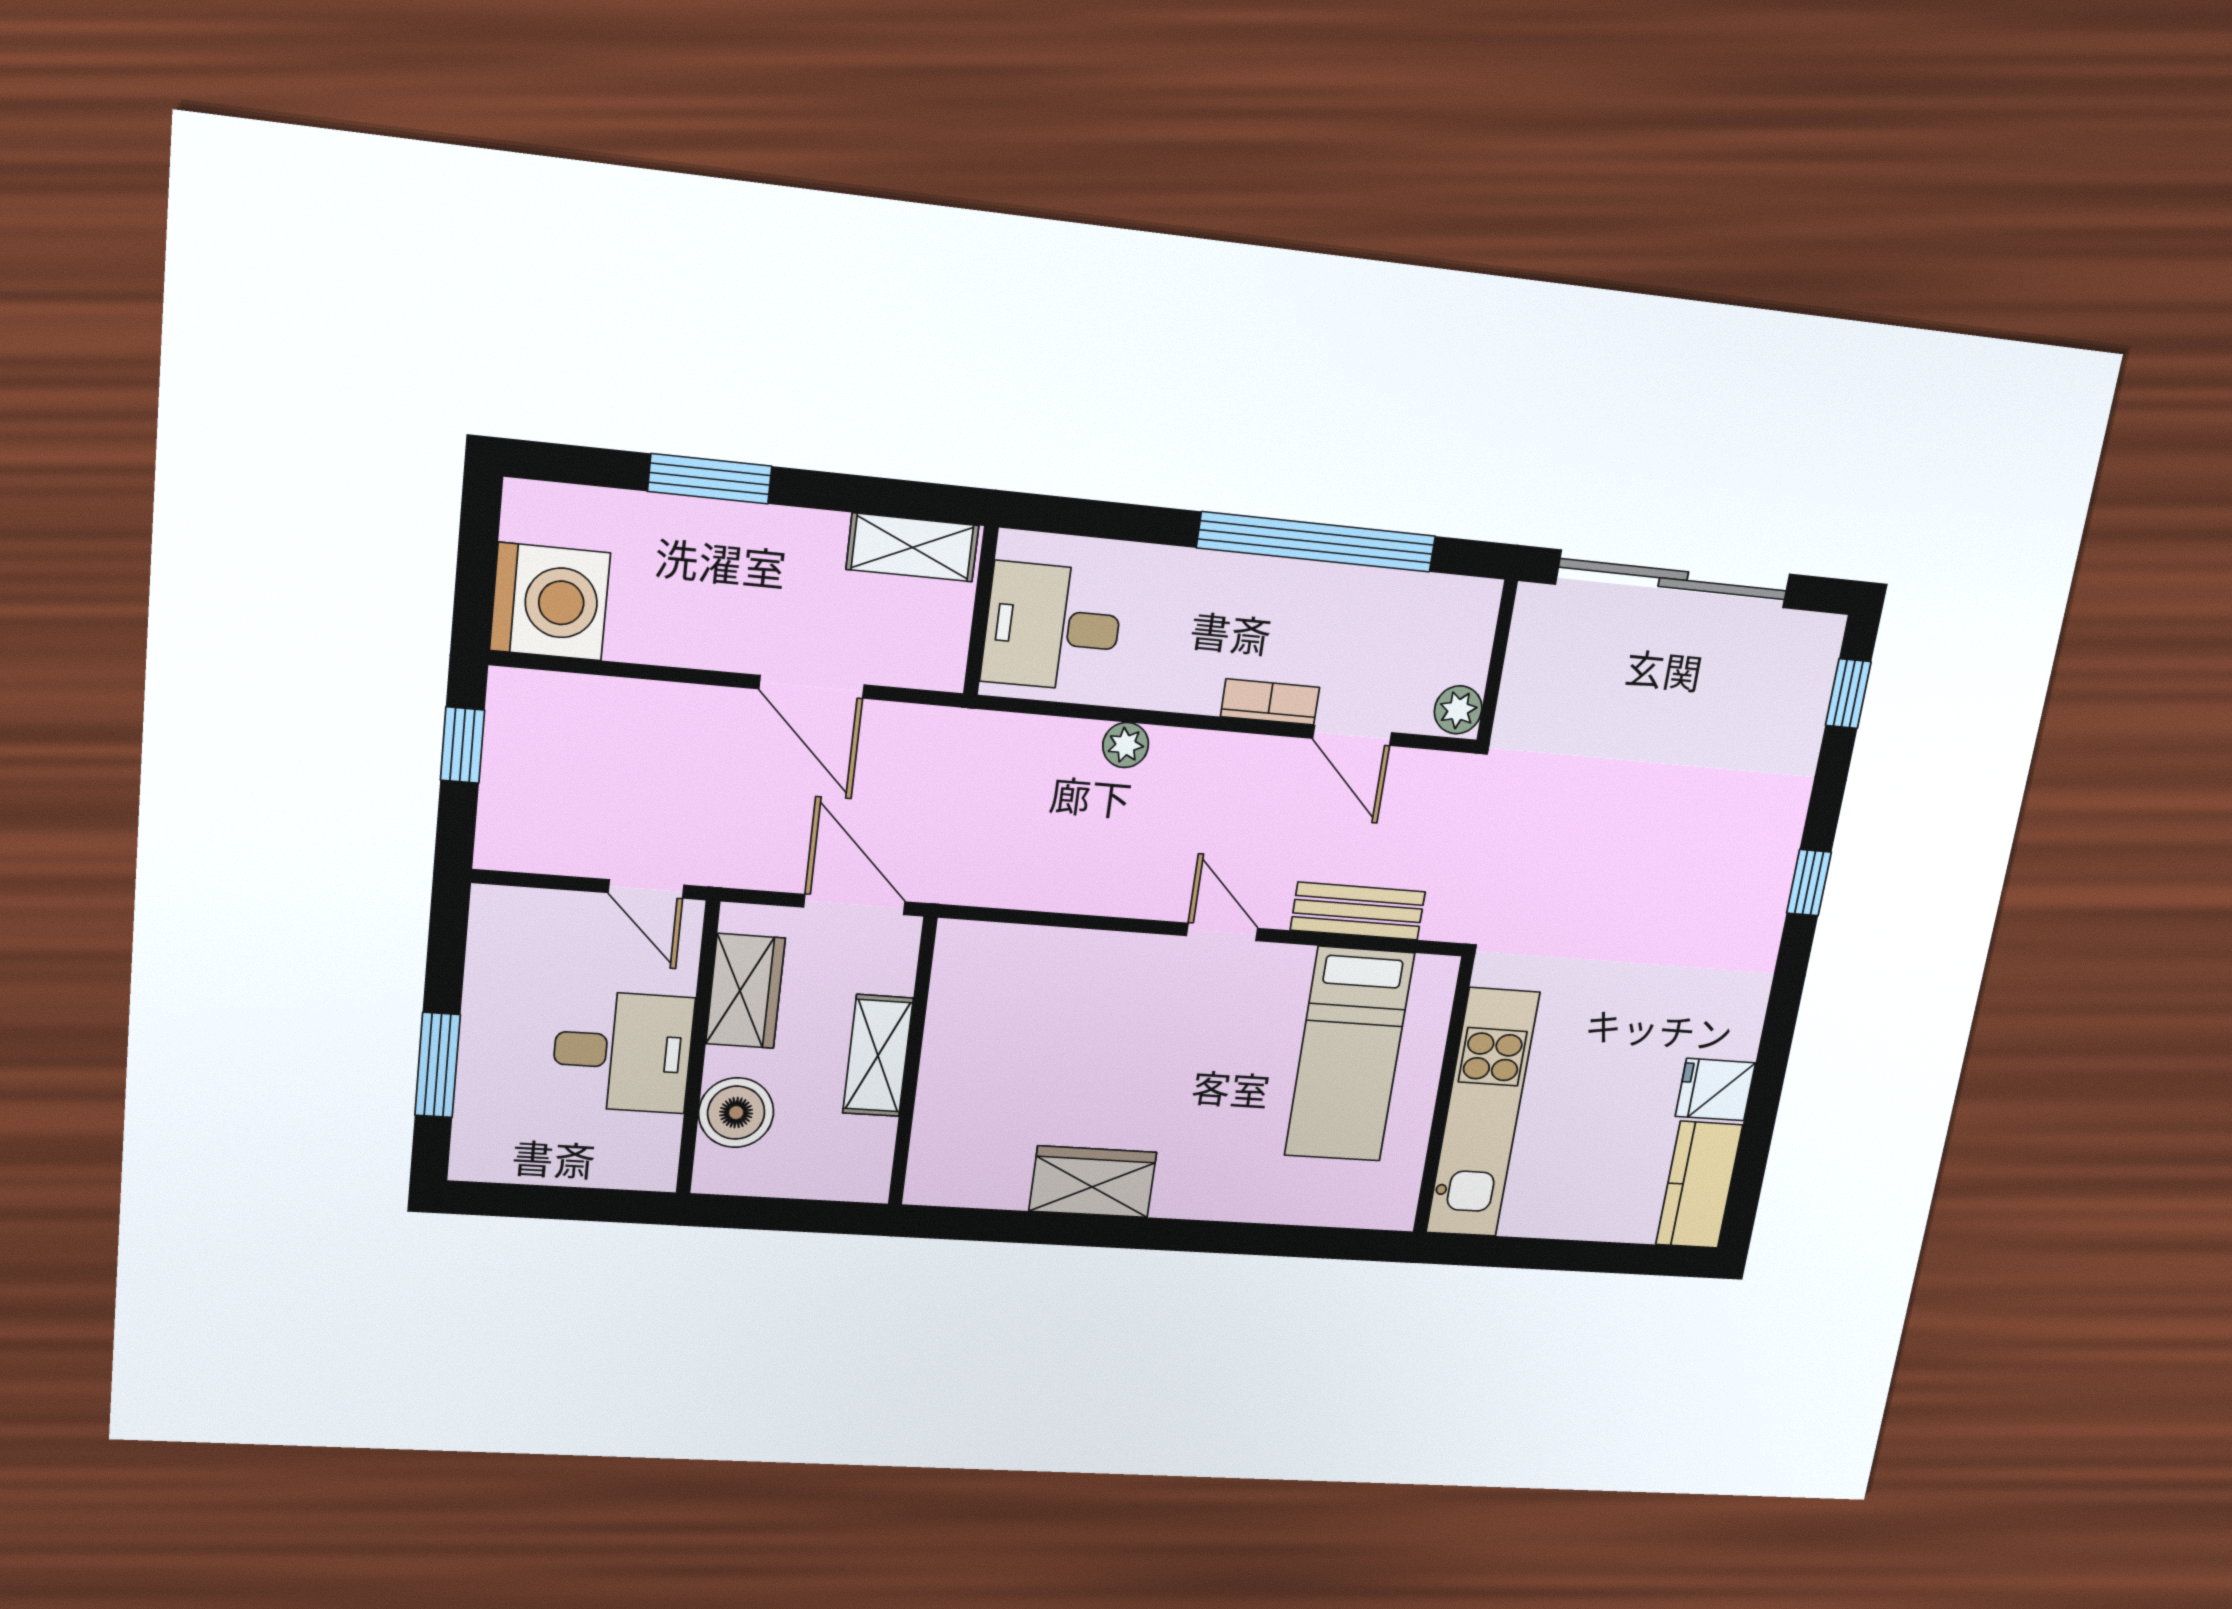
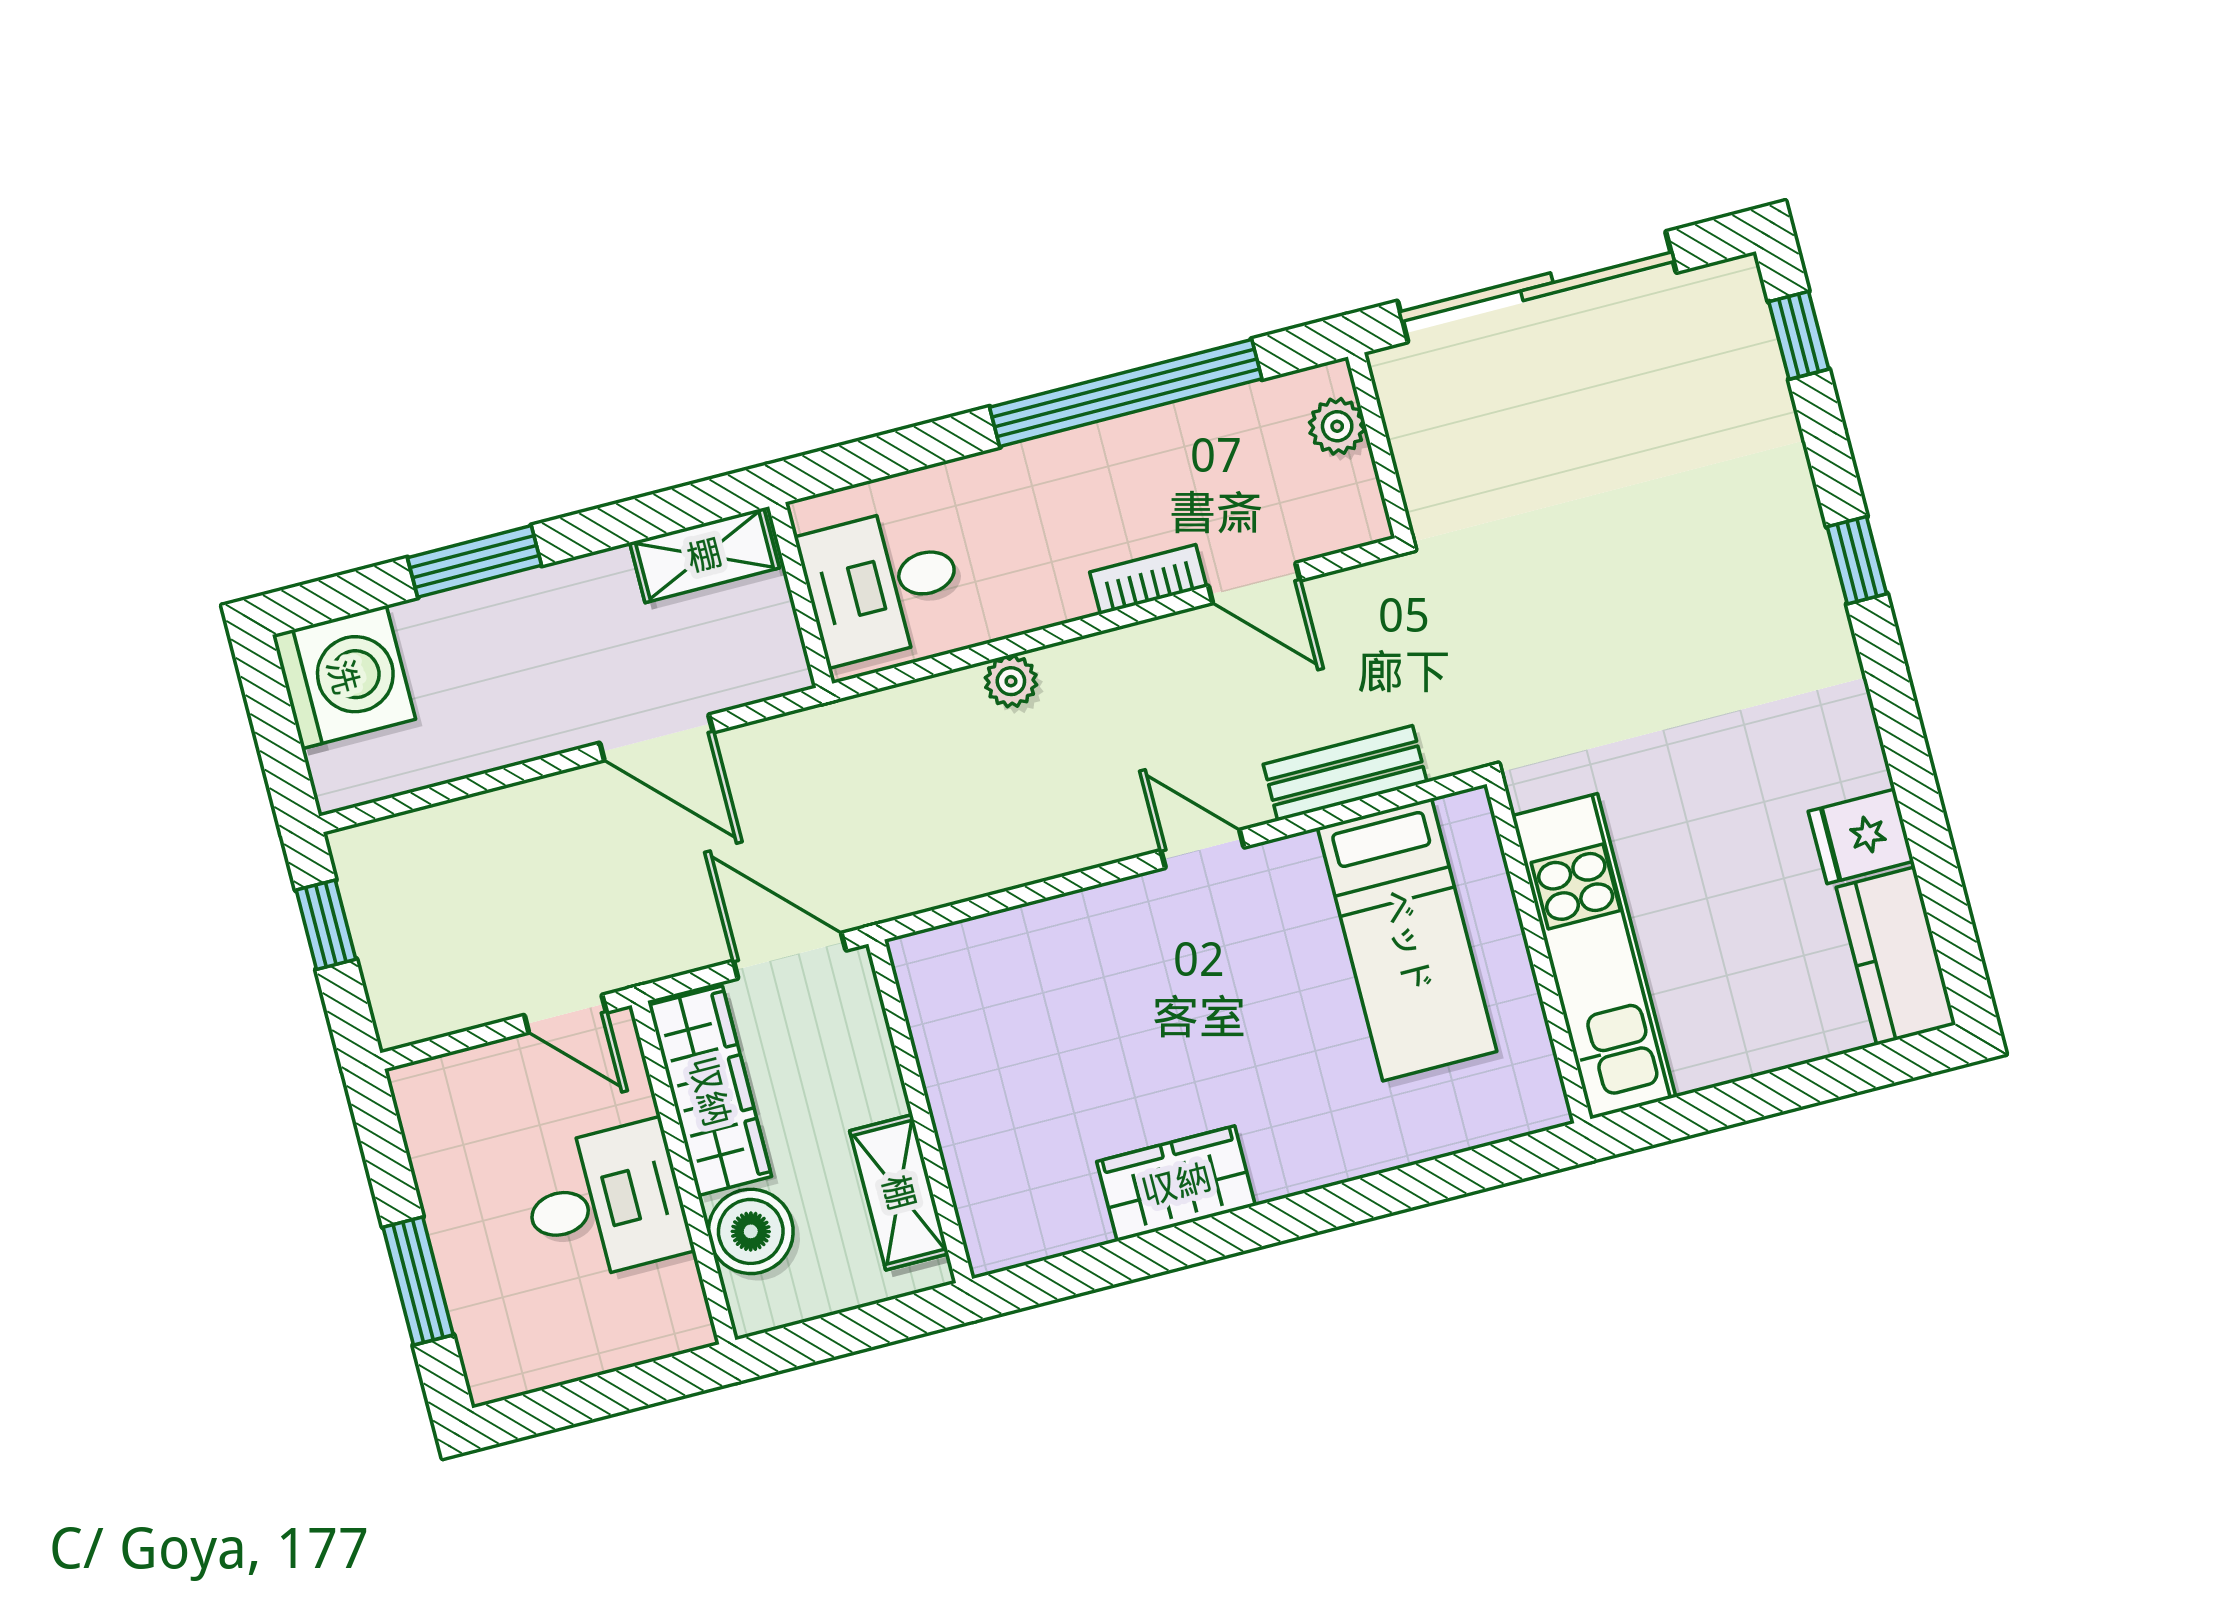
washing machine: (550, 602) -> (344, 677), moved
plant: (1458, 710) -> (1337, 426), moved
wardrobe: (745, 991) -> (710, 1091), width x1.50
shelving: (878, 1056) -> (899, 1192), moved

